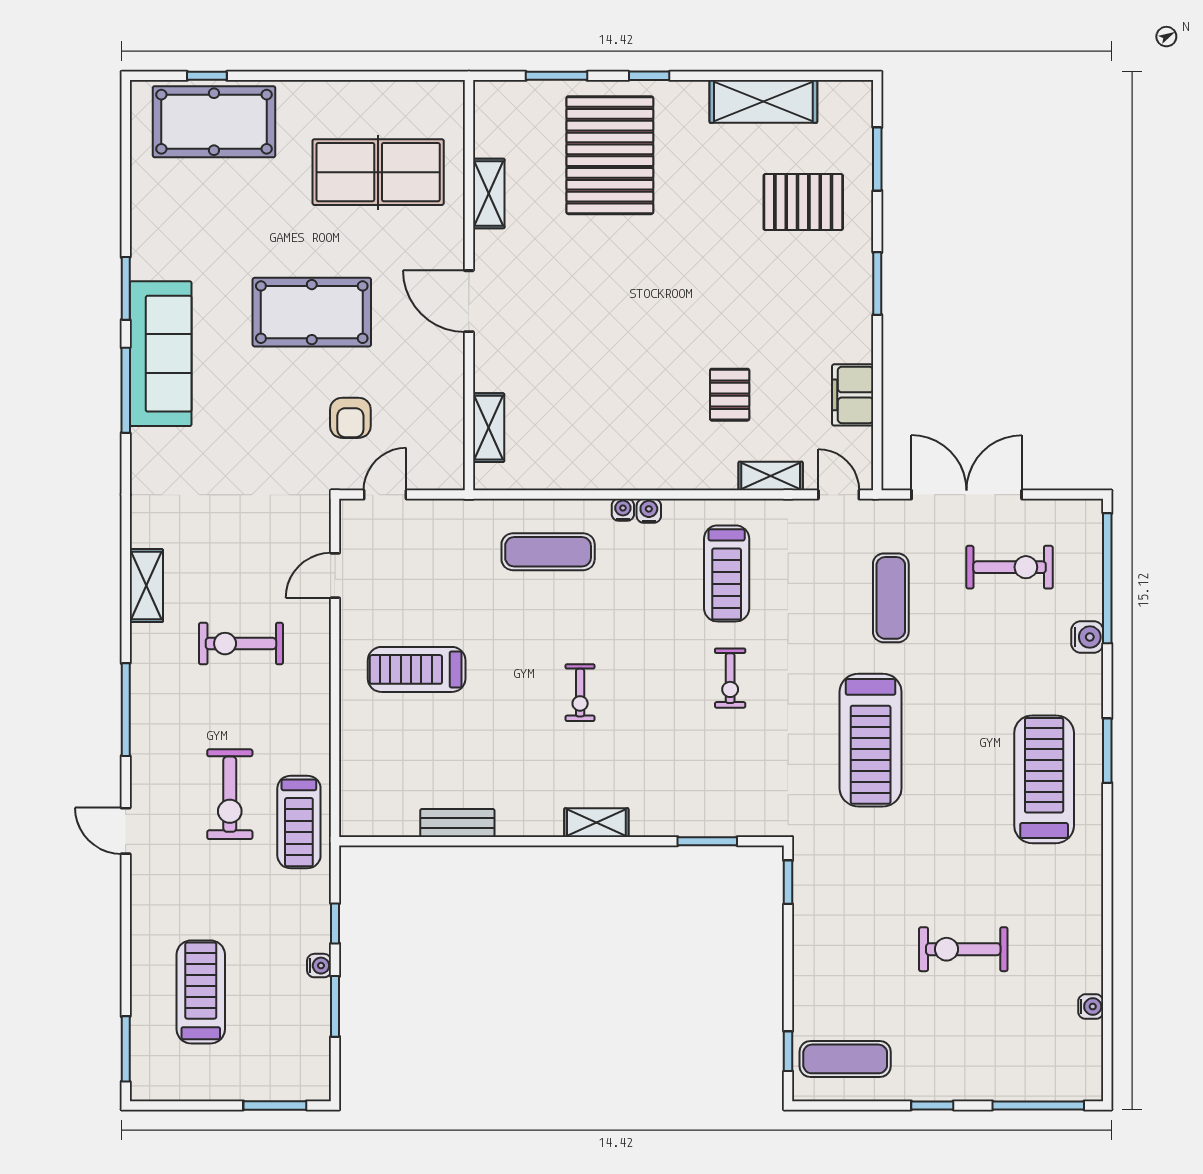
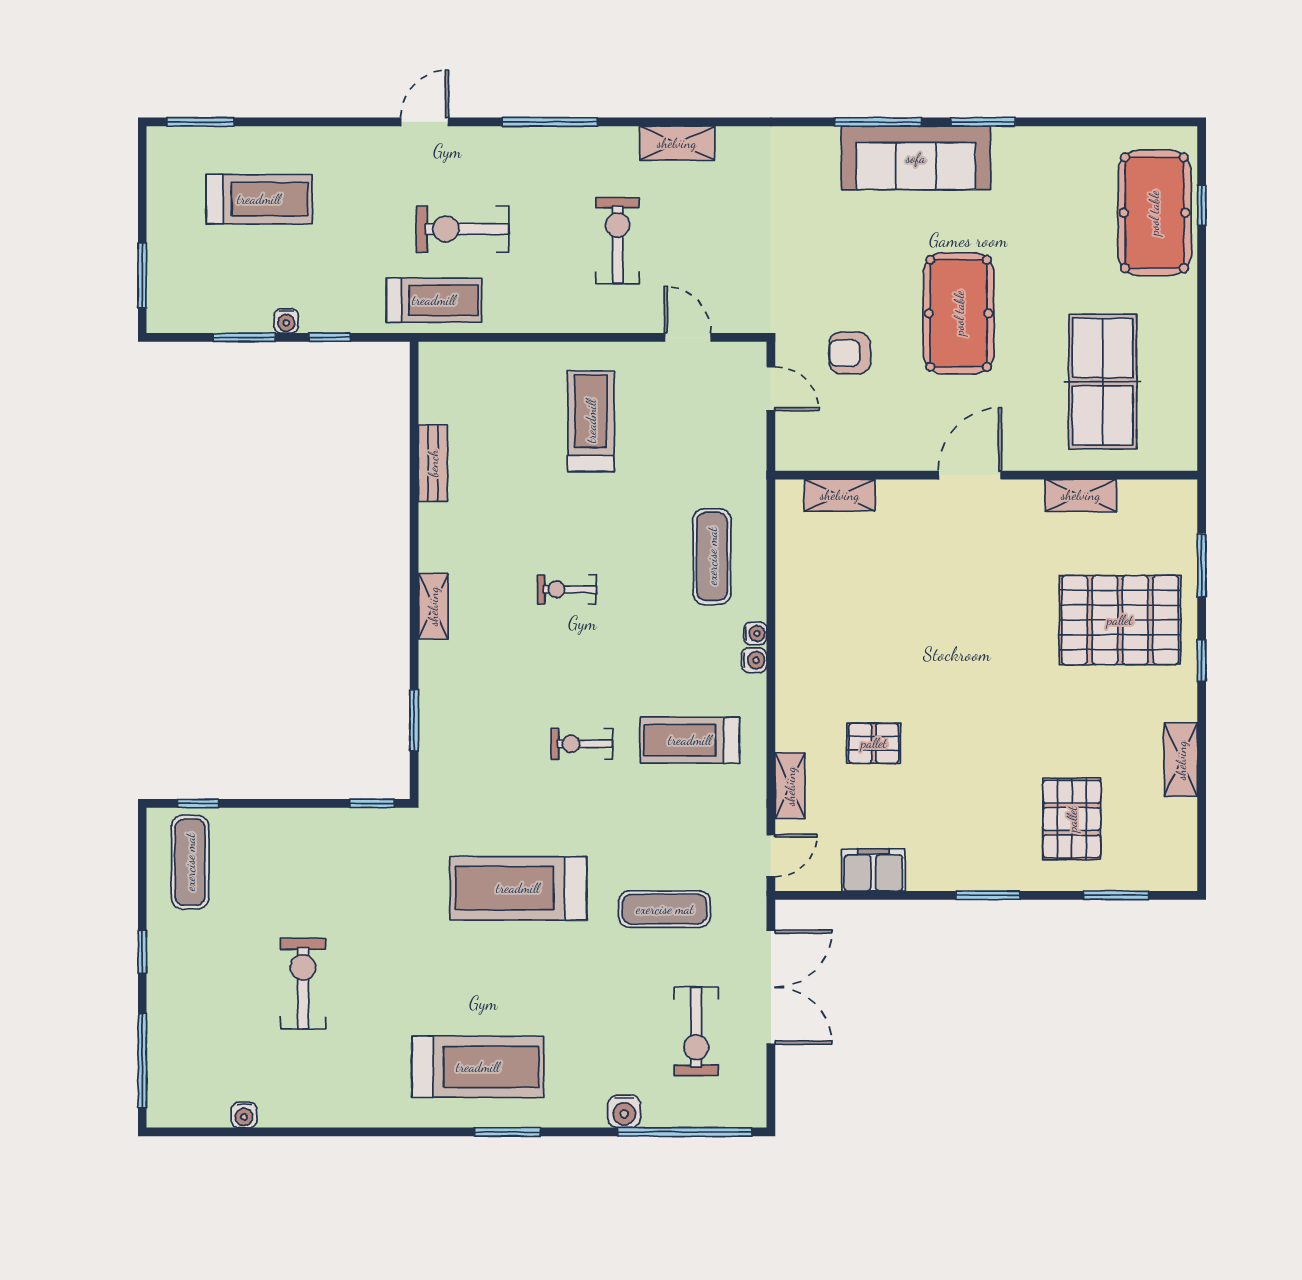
shelving: (763, 101) -> (1181, 760), width x0.67, depth x0.75
treadmill: (299, 822) -> (434, 300), turned 180

